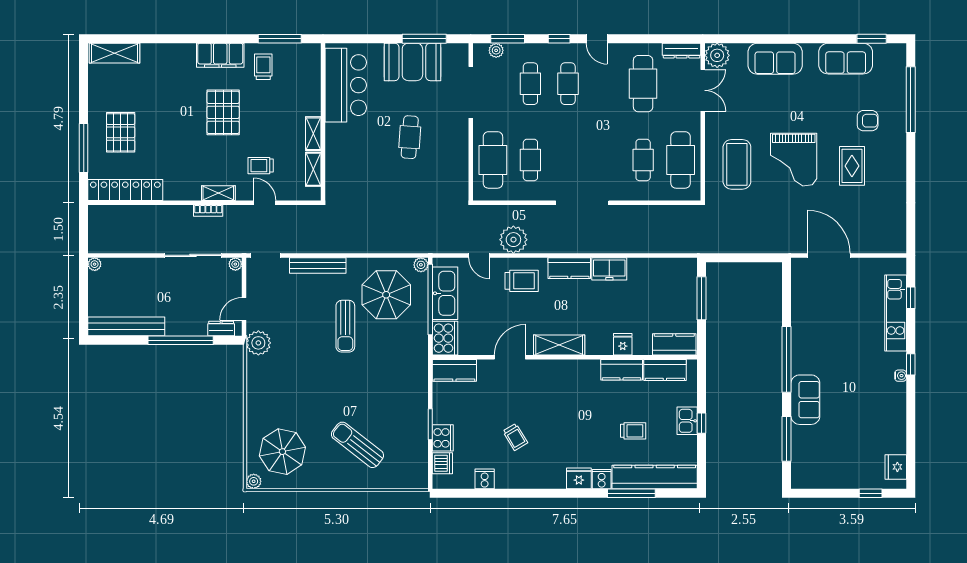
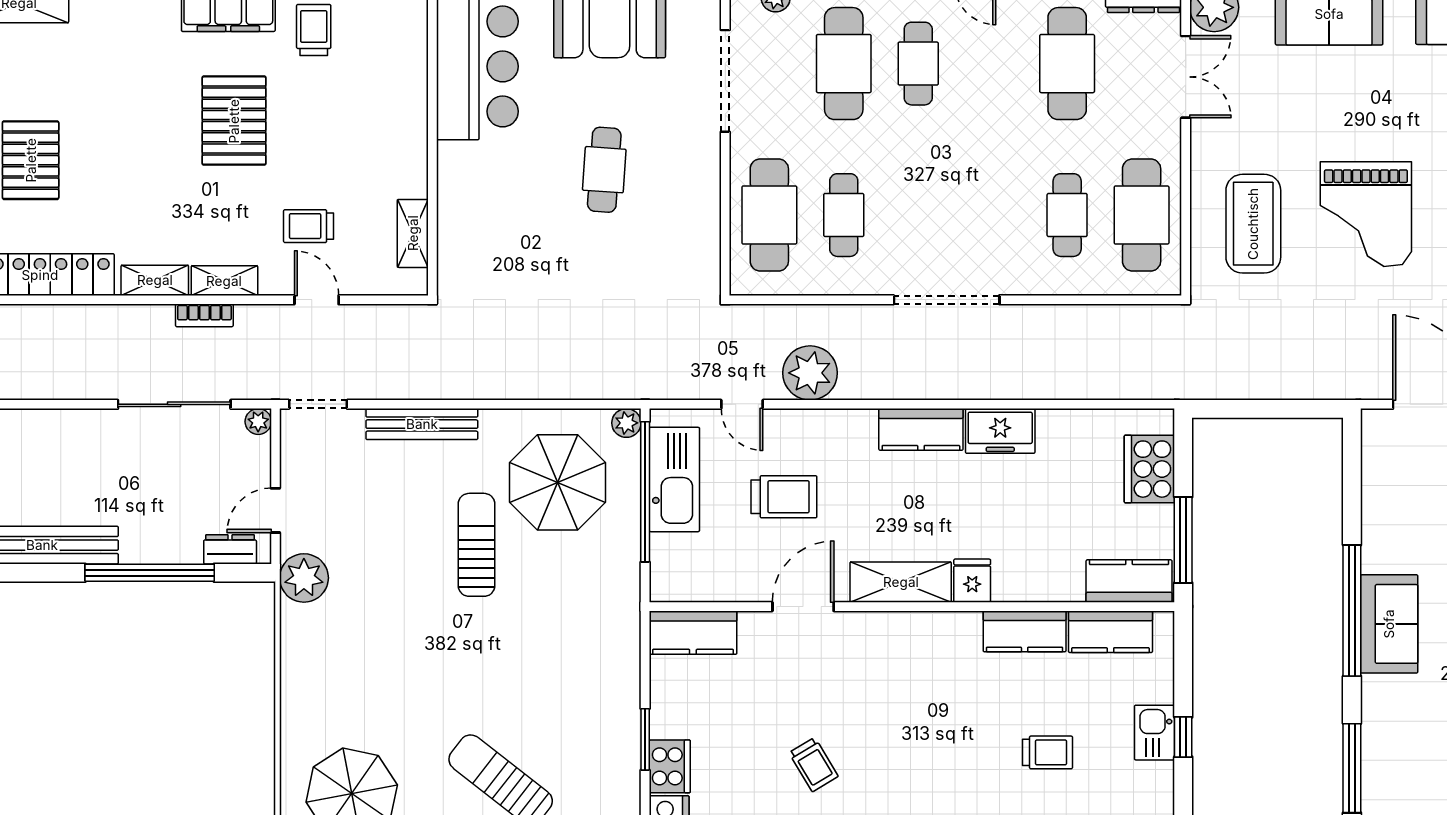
cafe table: (530, 84) -> (844, 64), width x1.37, depth x1.35
shelving: (313, 134) -> (155, 280), moved, turned 90
trolley: (522, 281) -> (784, 497), moved
window: (702, 298) -> (1183, 540), moved
sun lounger: (345, 326) -> (477, 545), turned 180
cooker: (445, 338) -> (1149, 469), moved, turned 180
fridge: (623, 344) -> (972, 581), moved
sofa: (805, 400) -> (1389, 624), moved

